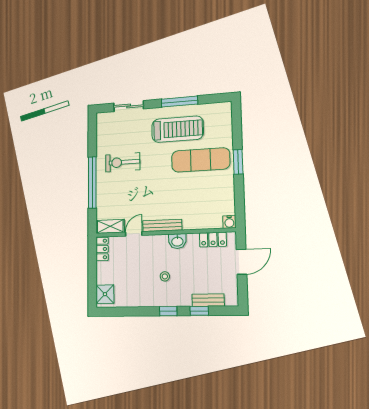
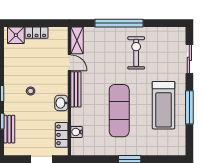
exercise mat: (201, 160) -> (119, 111), moved
water cooler: (229, 222) -> (77, 132), moved
locker: (102, 249) -> (37, 33), moved

